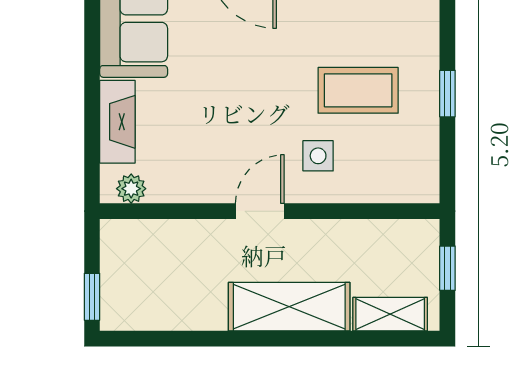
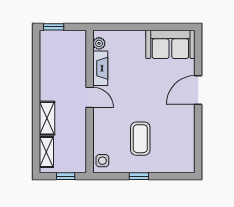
fireplace: (117, 122) -> (100, 68), moved, turned -90
side table: (318, 156) -> (102, 161), moved
shelving: (289, 307) -> (47, 118), width x0.67, depth x0.75

